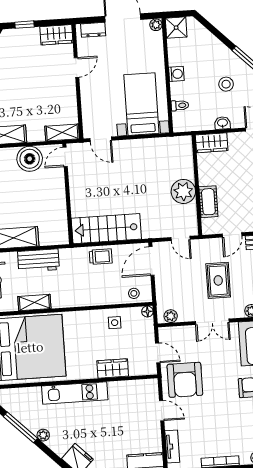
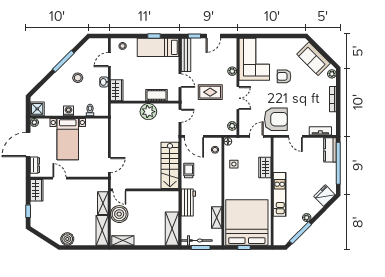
bed with nightstands: (141, 104) -> (68, 139), moved, turned -90
shelving: (62, 132) -> (103, 203), moved
workbench: (38, 260) -> (188, 202), moved
door: (162, 411) -> (296, 136), swing flipped

